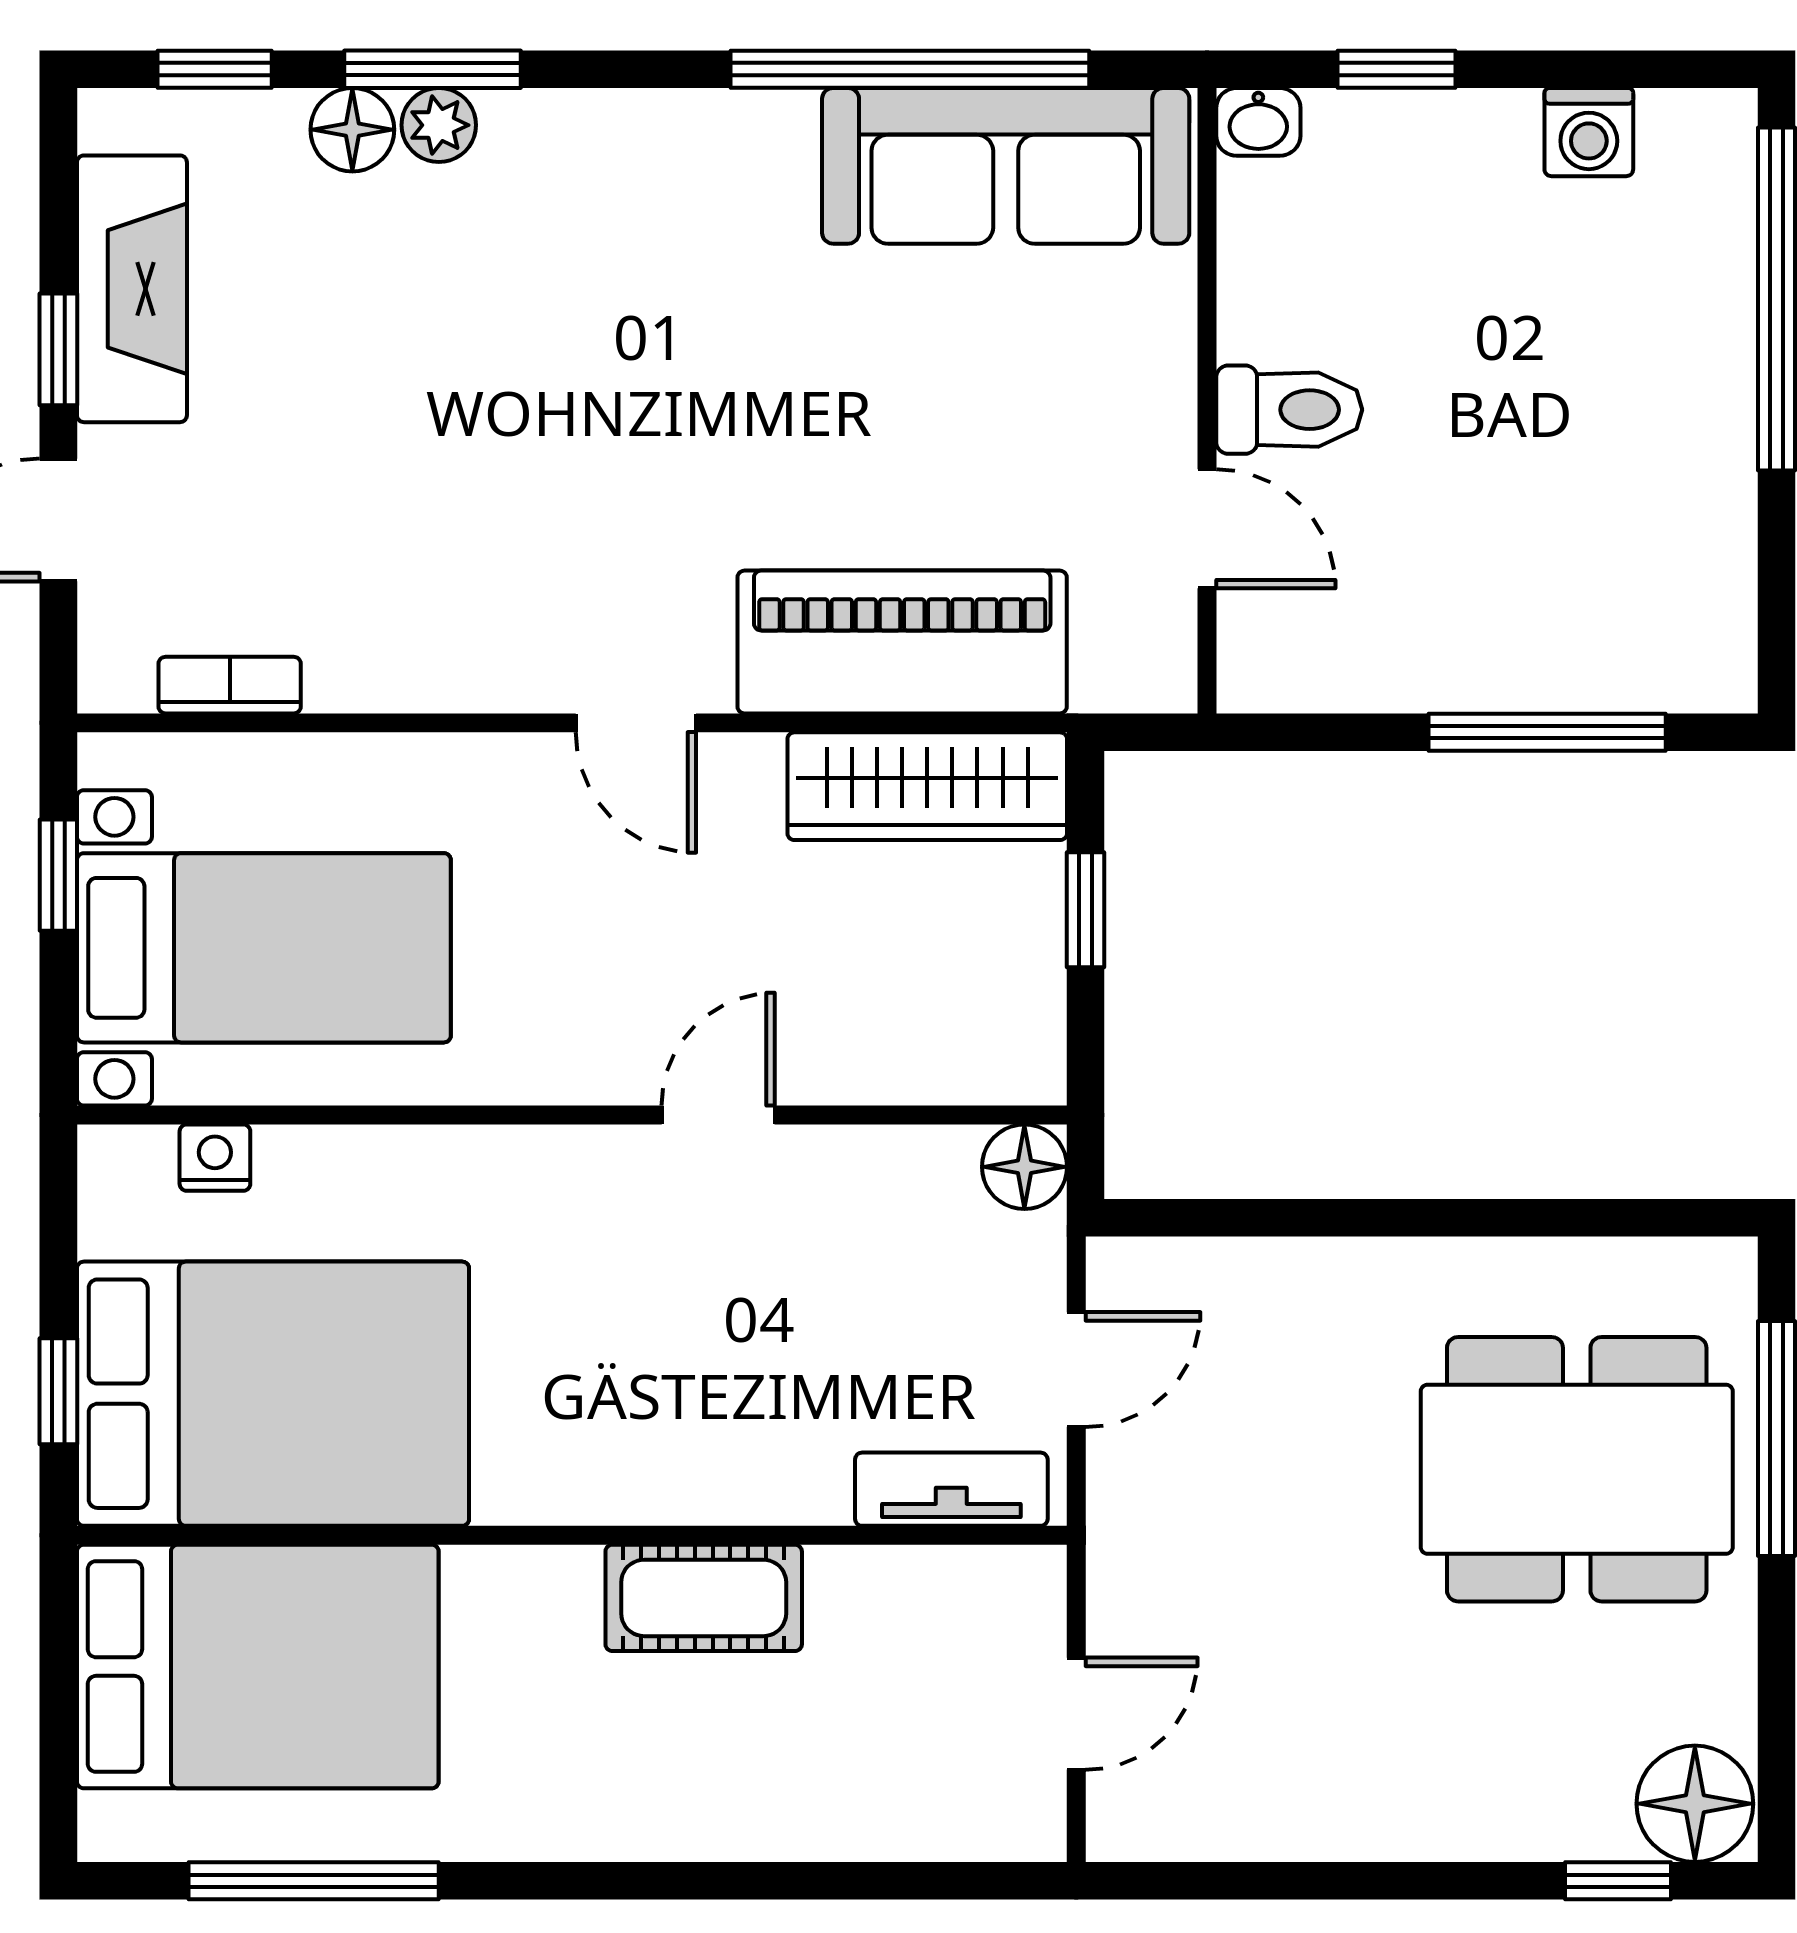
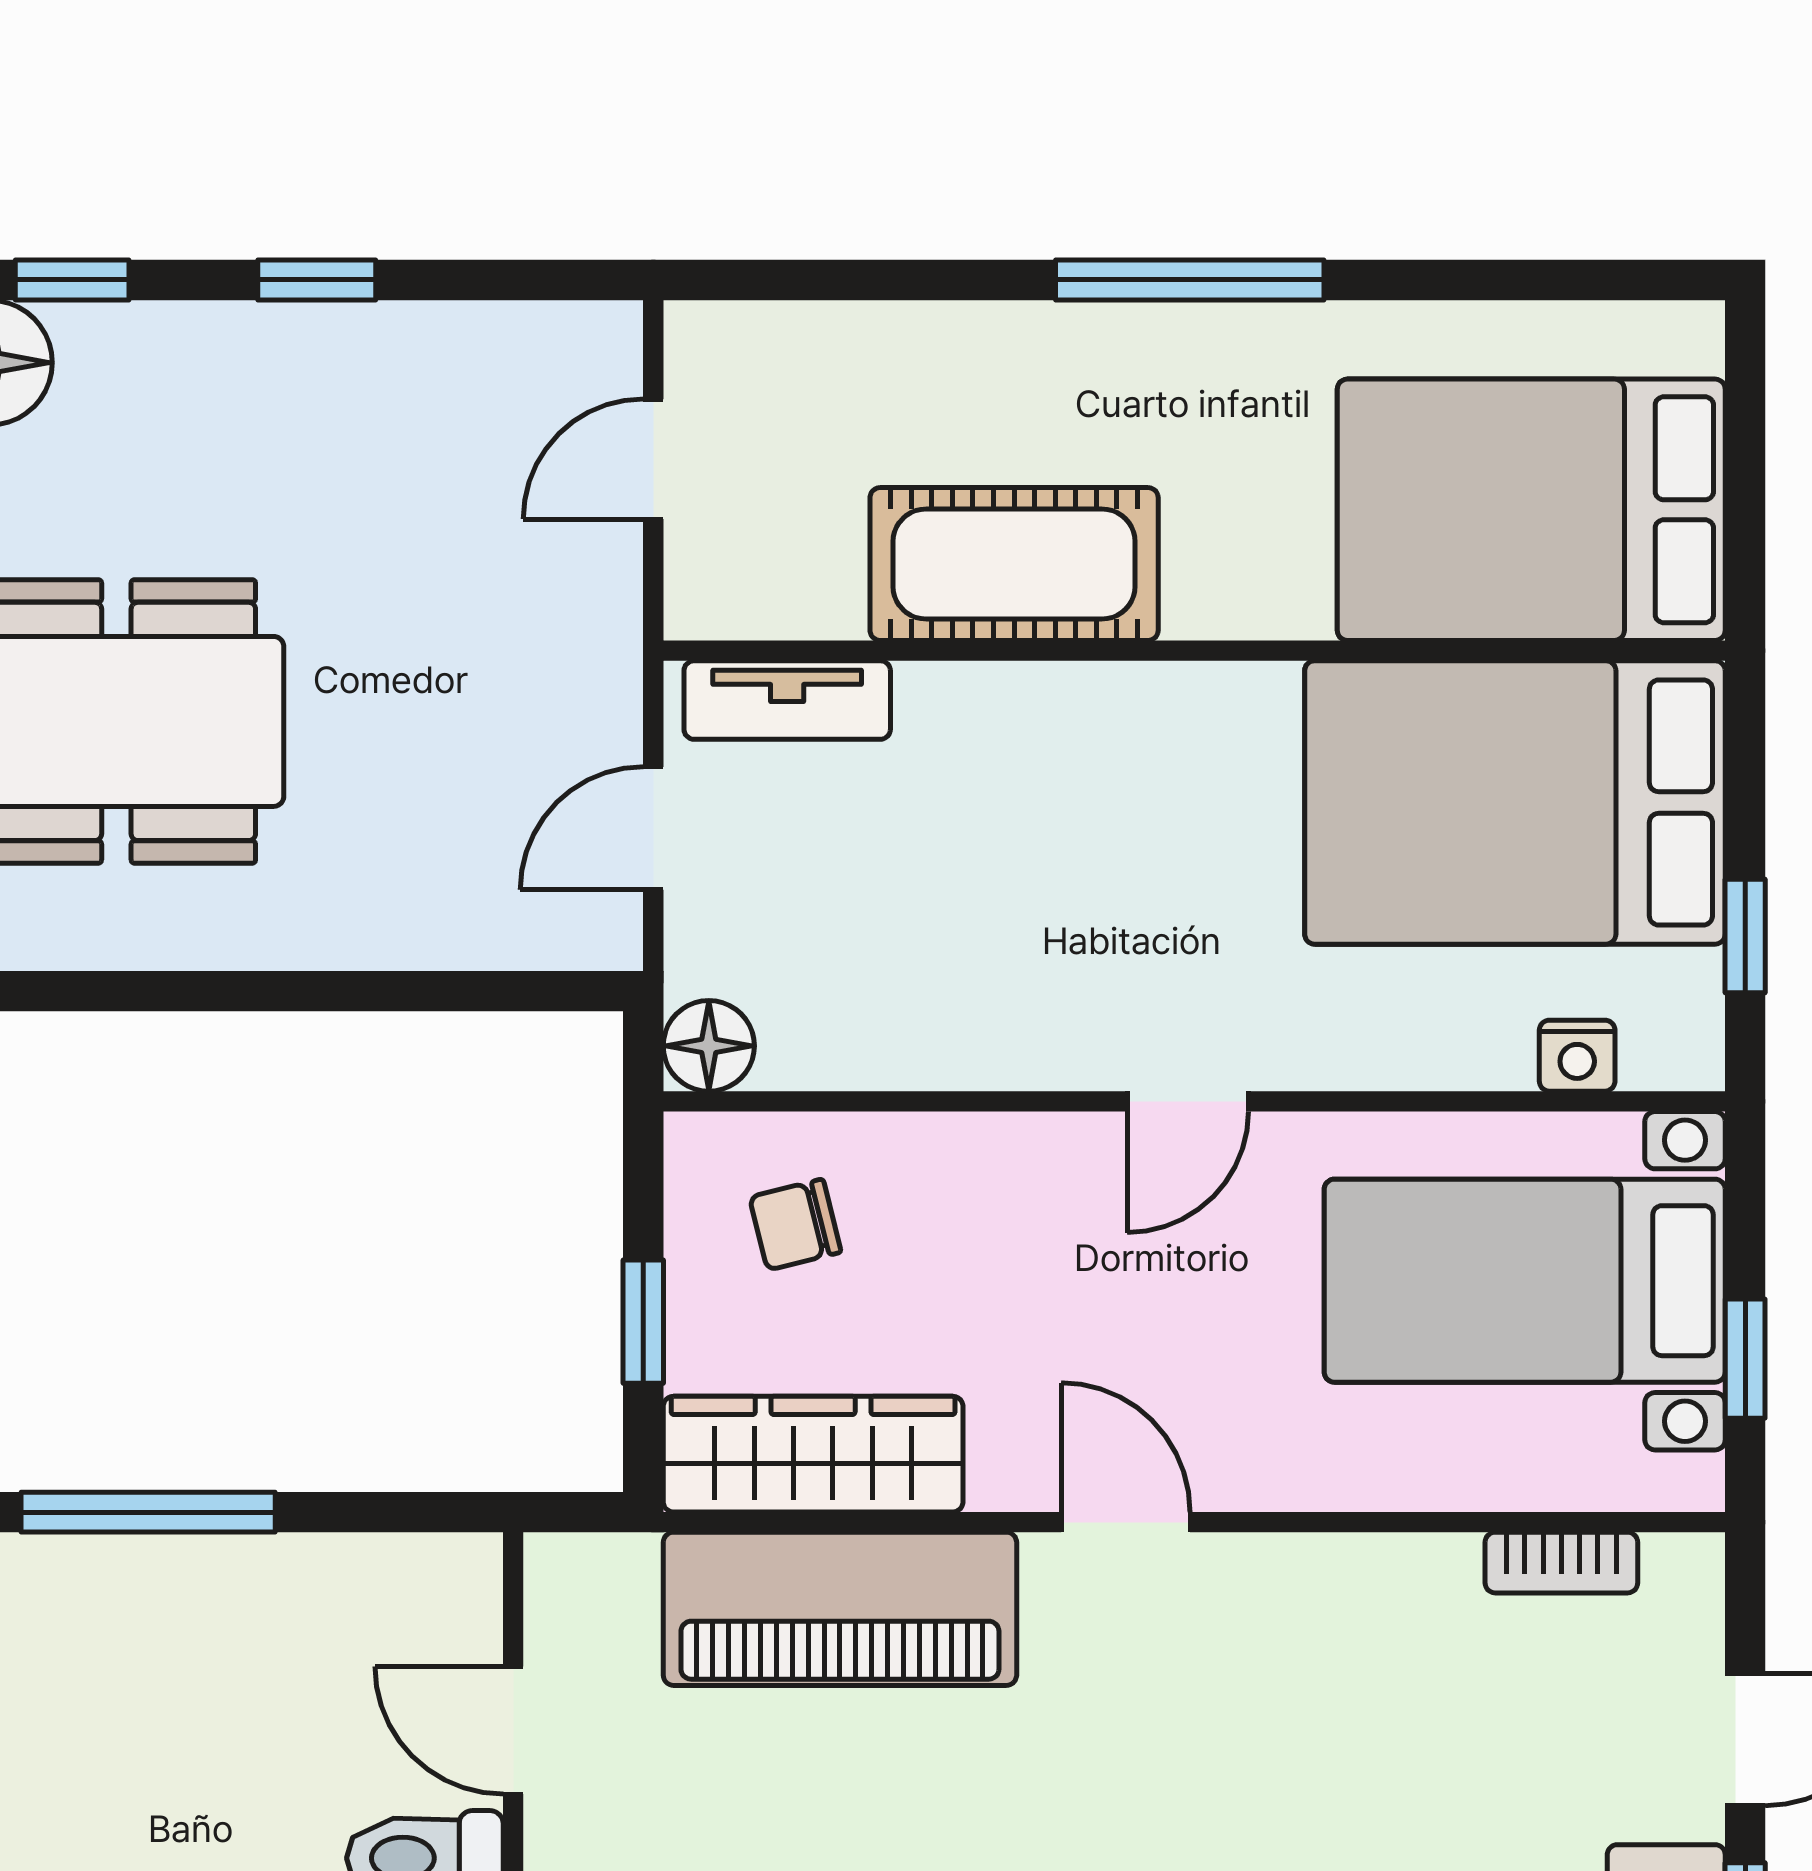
chair: (944, 1000) -> (795, 1225), added
door: (718, 1115) -> (1188, 1101), moved
window: (58, 1391) -> (1745, 936), moved
cot: (704, 1598) -> (1014, 564), width x1.37, depth x1.34
window: (314, 1881) -> (1190, 280), moved
window: (1390, 1881) -> (317, 280), added

